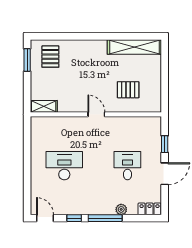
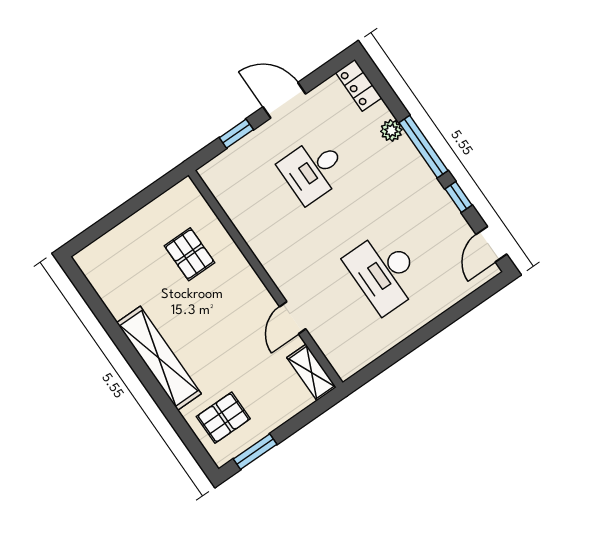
shelving: (134, 47) -> (159, 358), moved
door: (96, 114) -> (293, 318), moved

